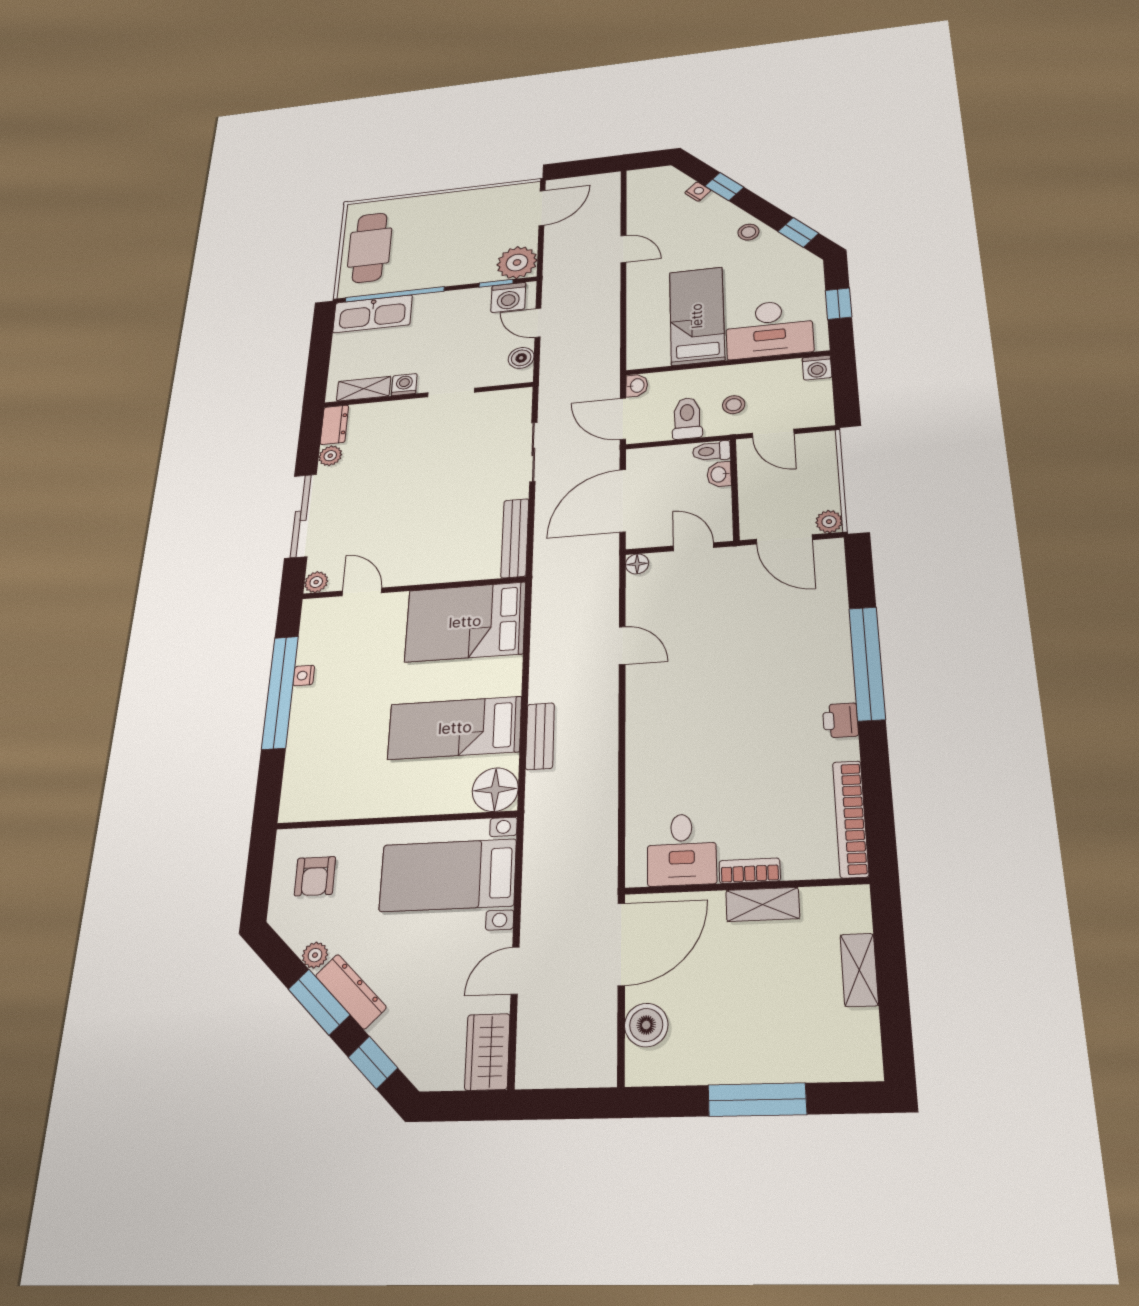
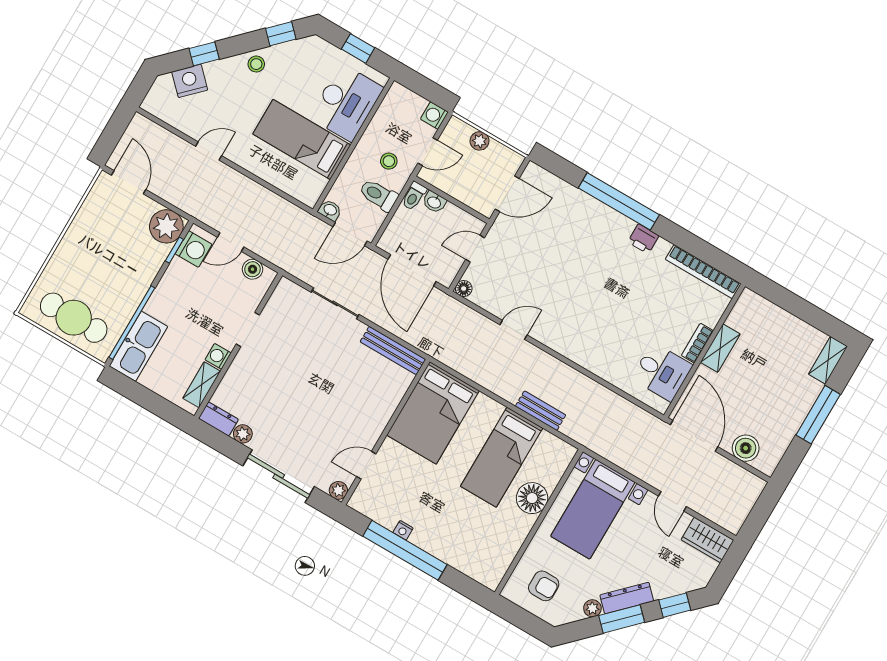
nightstand: (698, 192) -> (190, 81), width x1.89, depth x1.79
washing machine: (817, 368) -> (434, 116), moved, turned 180
plant: (829, 522) -> (480, 141), moved
floor lamp: (495, 790) -> (532, 498), moved
shelving: (859, 970) -> (828, 360), moved, turned 90

